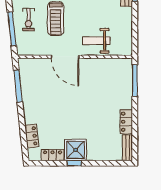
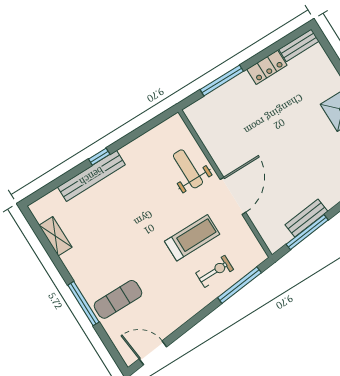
weight bench: (96, 41) -> (188, 169), turned 180
window: (135, 80) -> (222, 80), moved
bench: (26, 91) -> (306, 218), added

